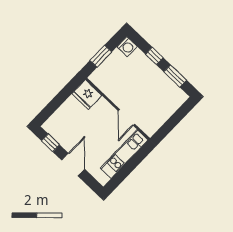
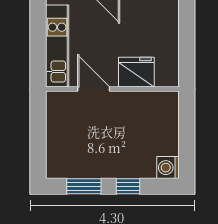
window: (101, 56) -> (187, 129), removed
fridge: (87, 95) -> (136, 72), moved

